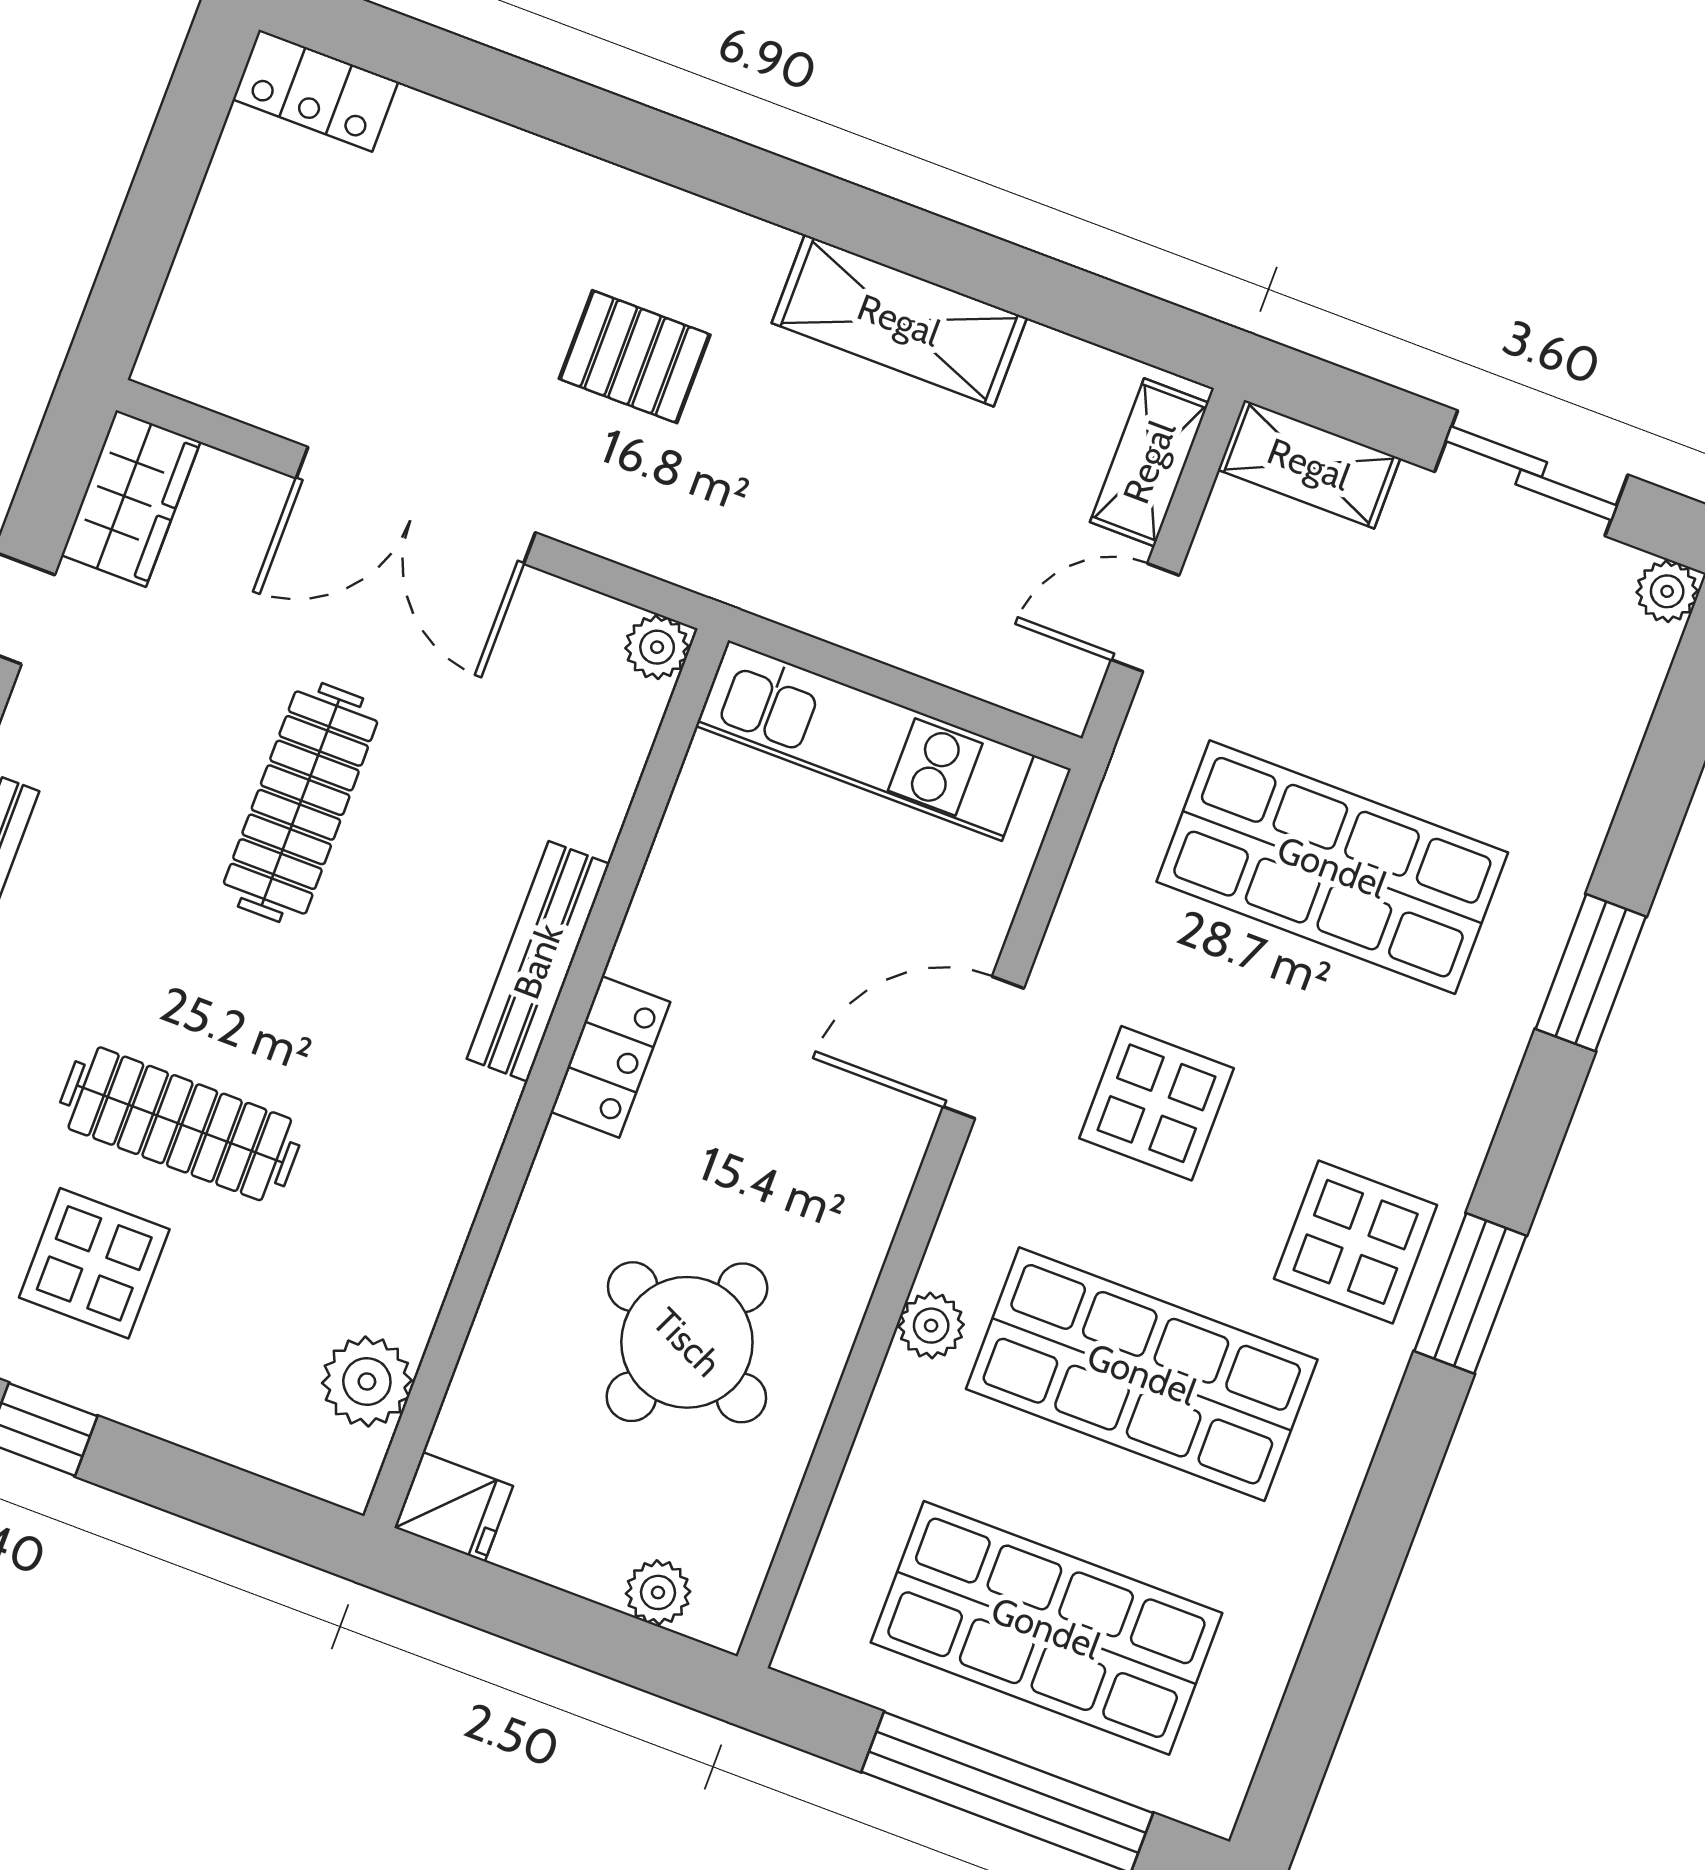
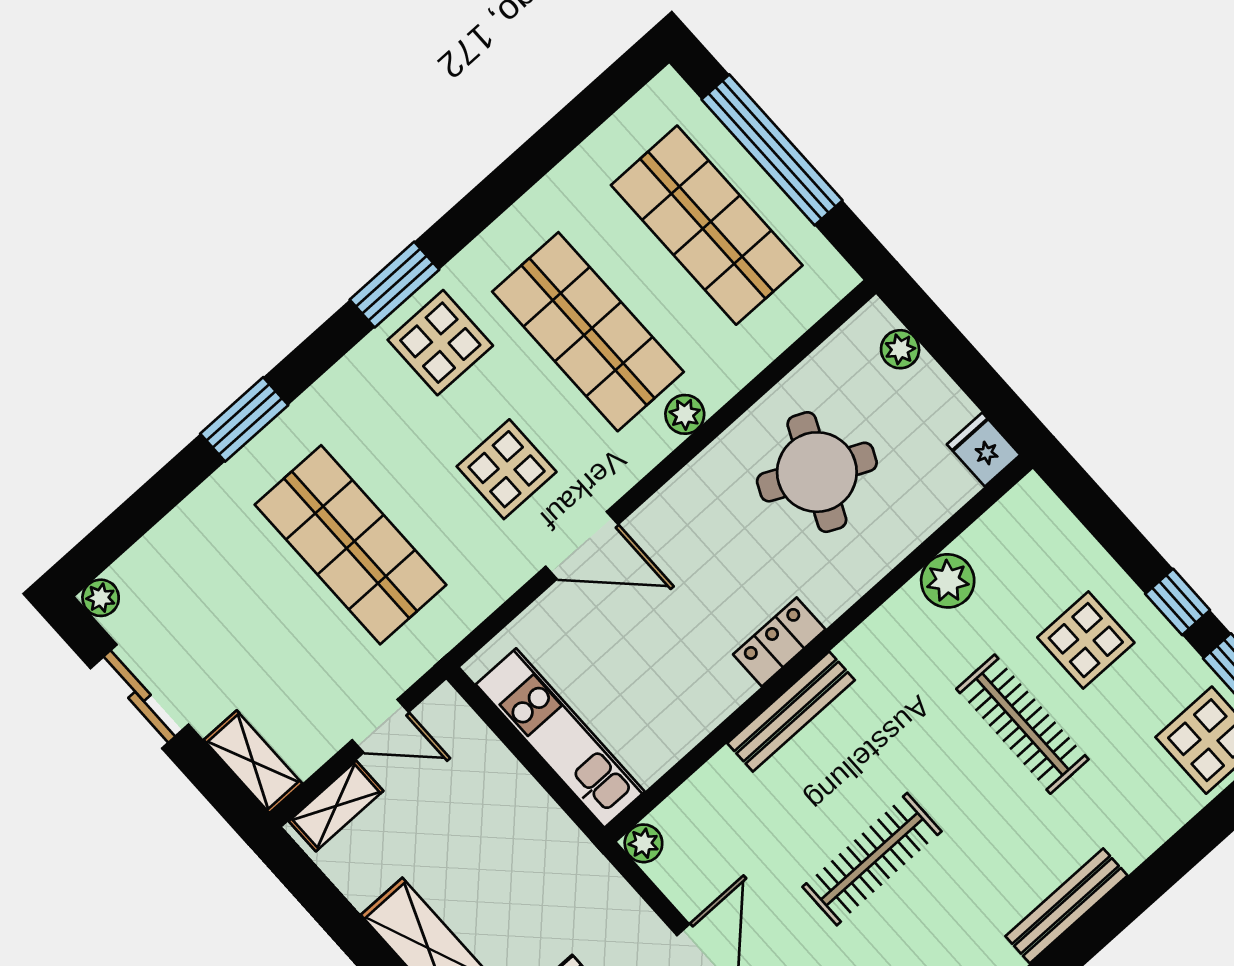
display table: (94, 1263) -> (1086, 640), moved
plant: (367, 1382) -> (948, 581), moved

